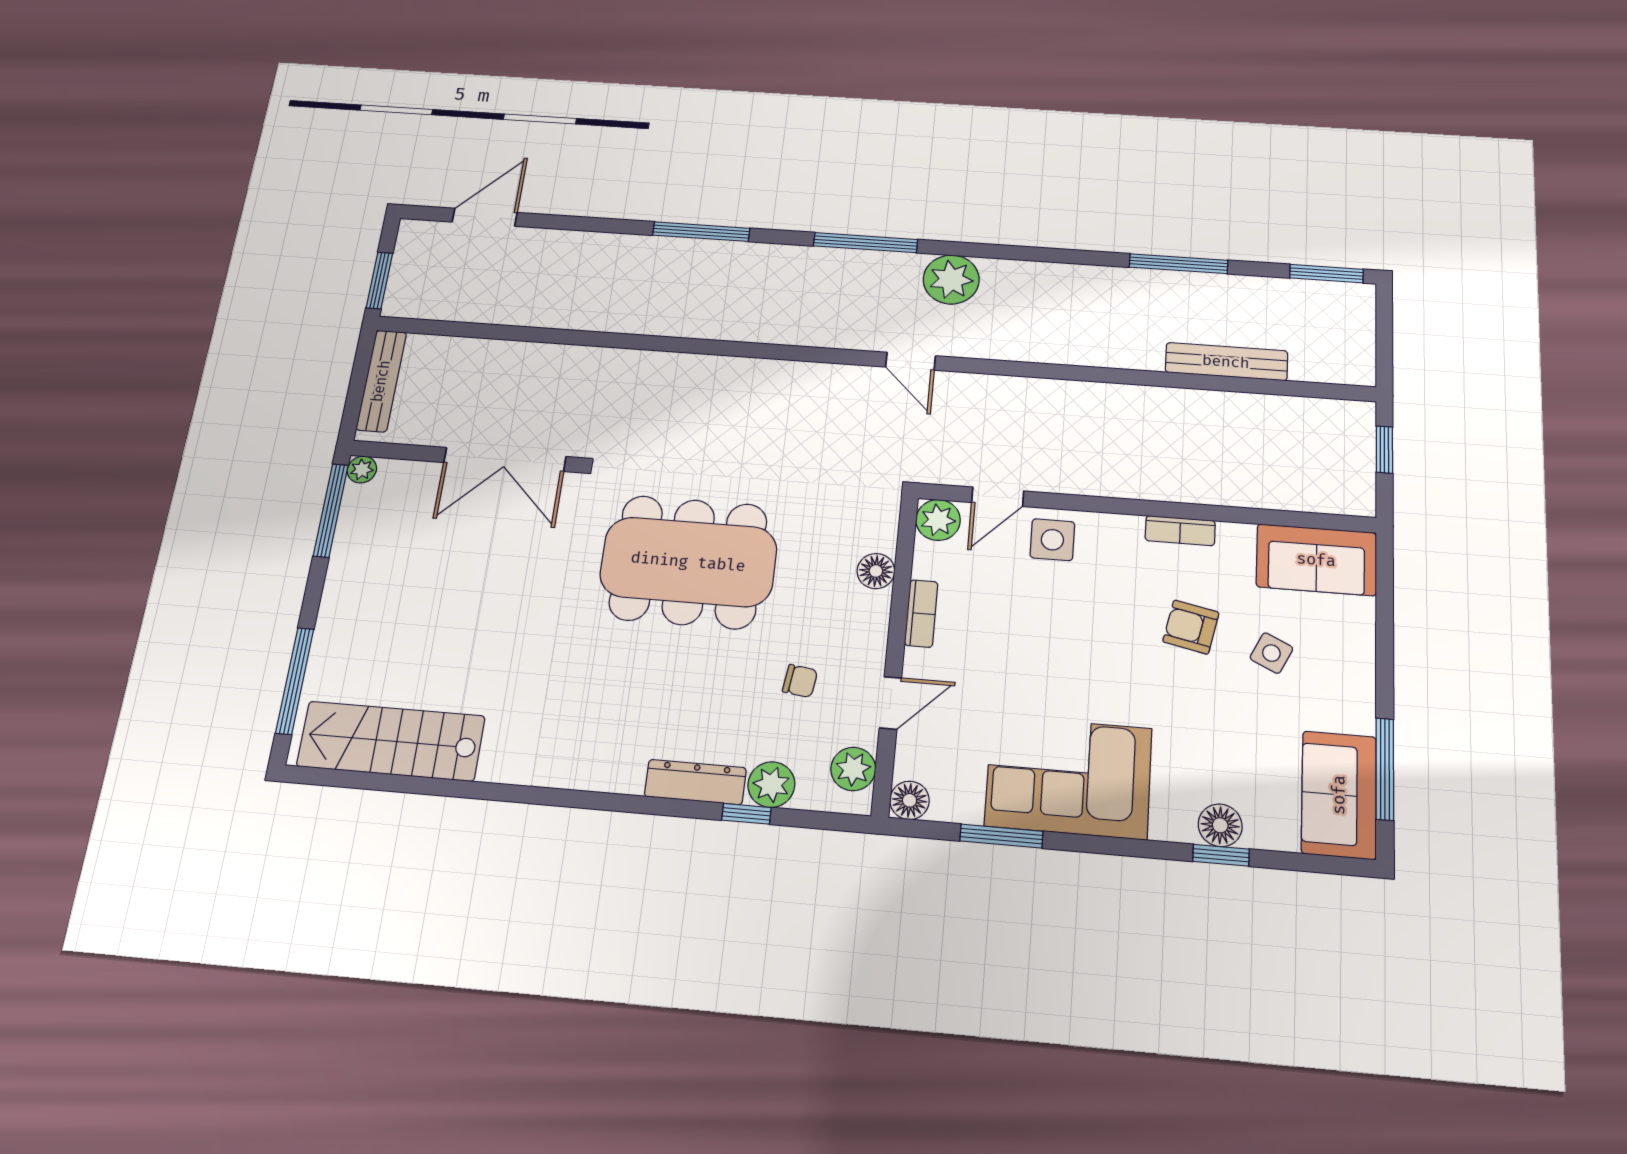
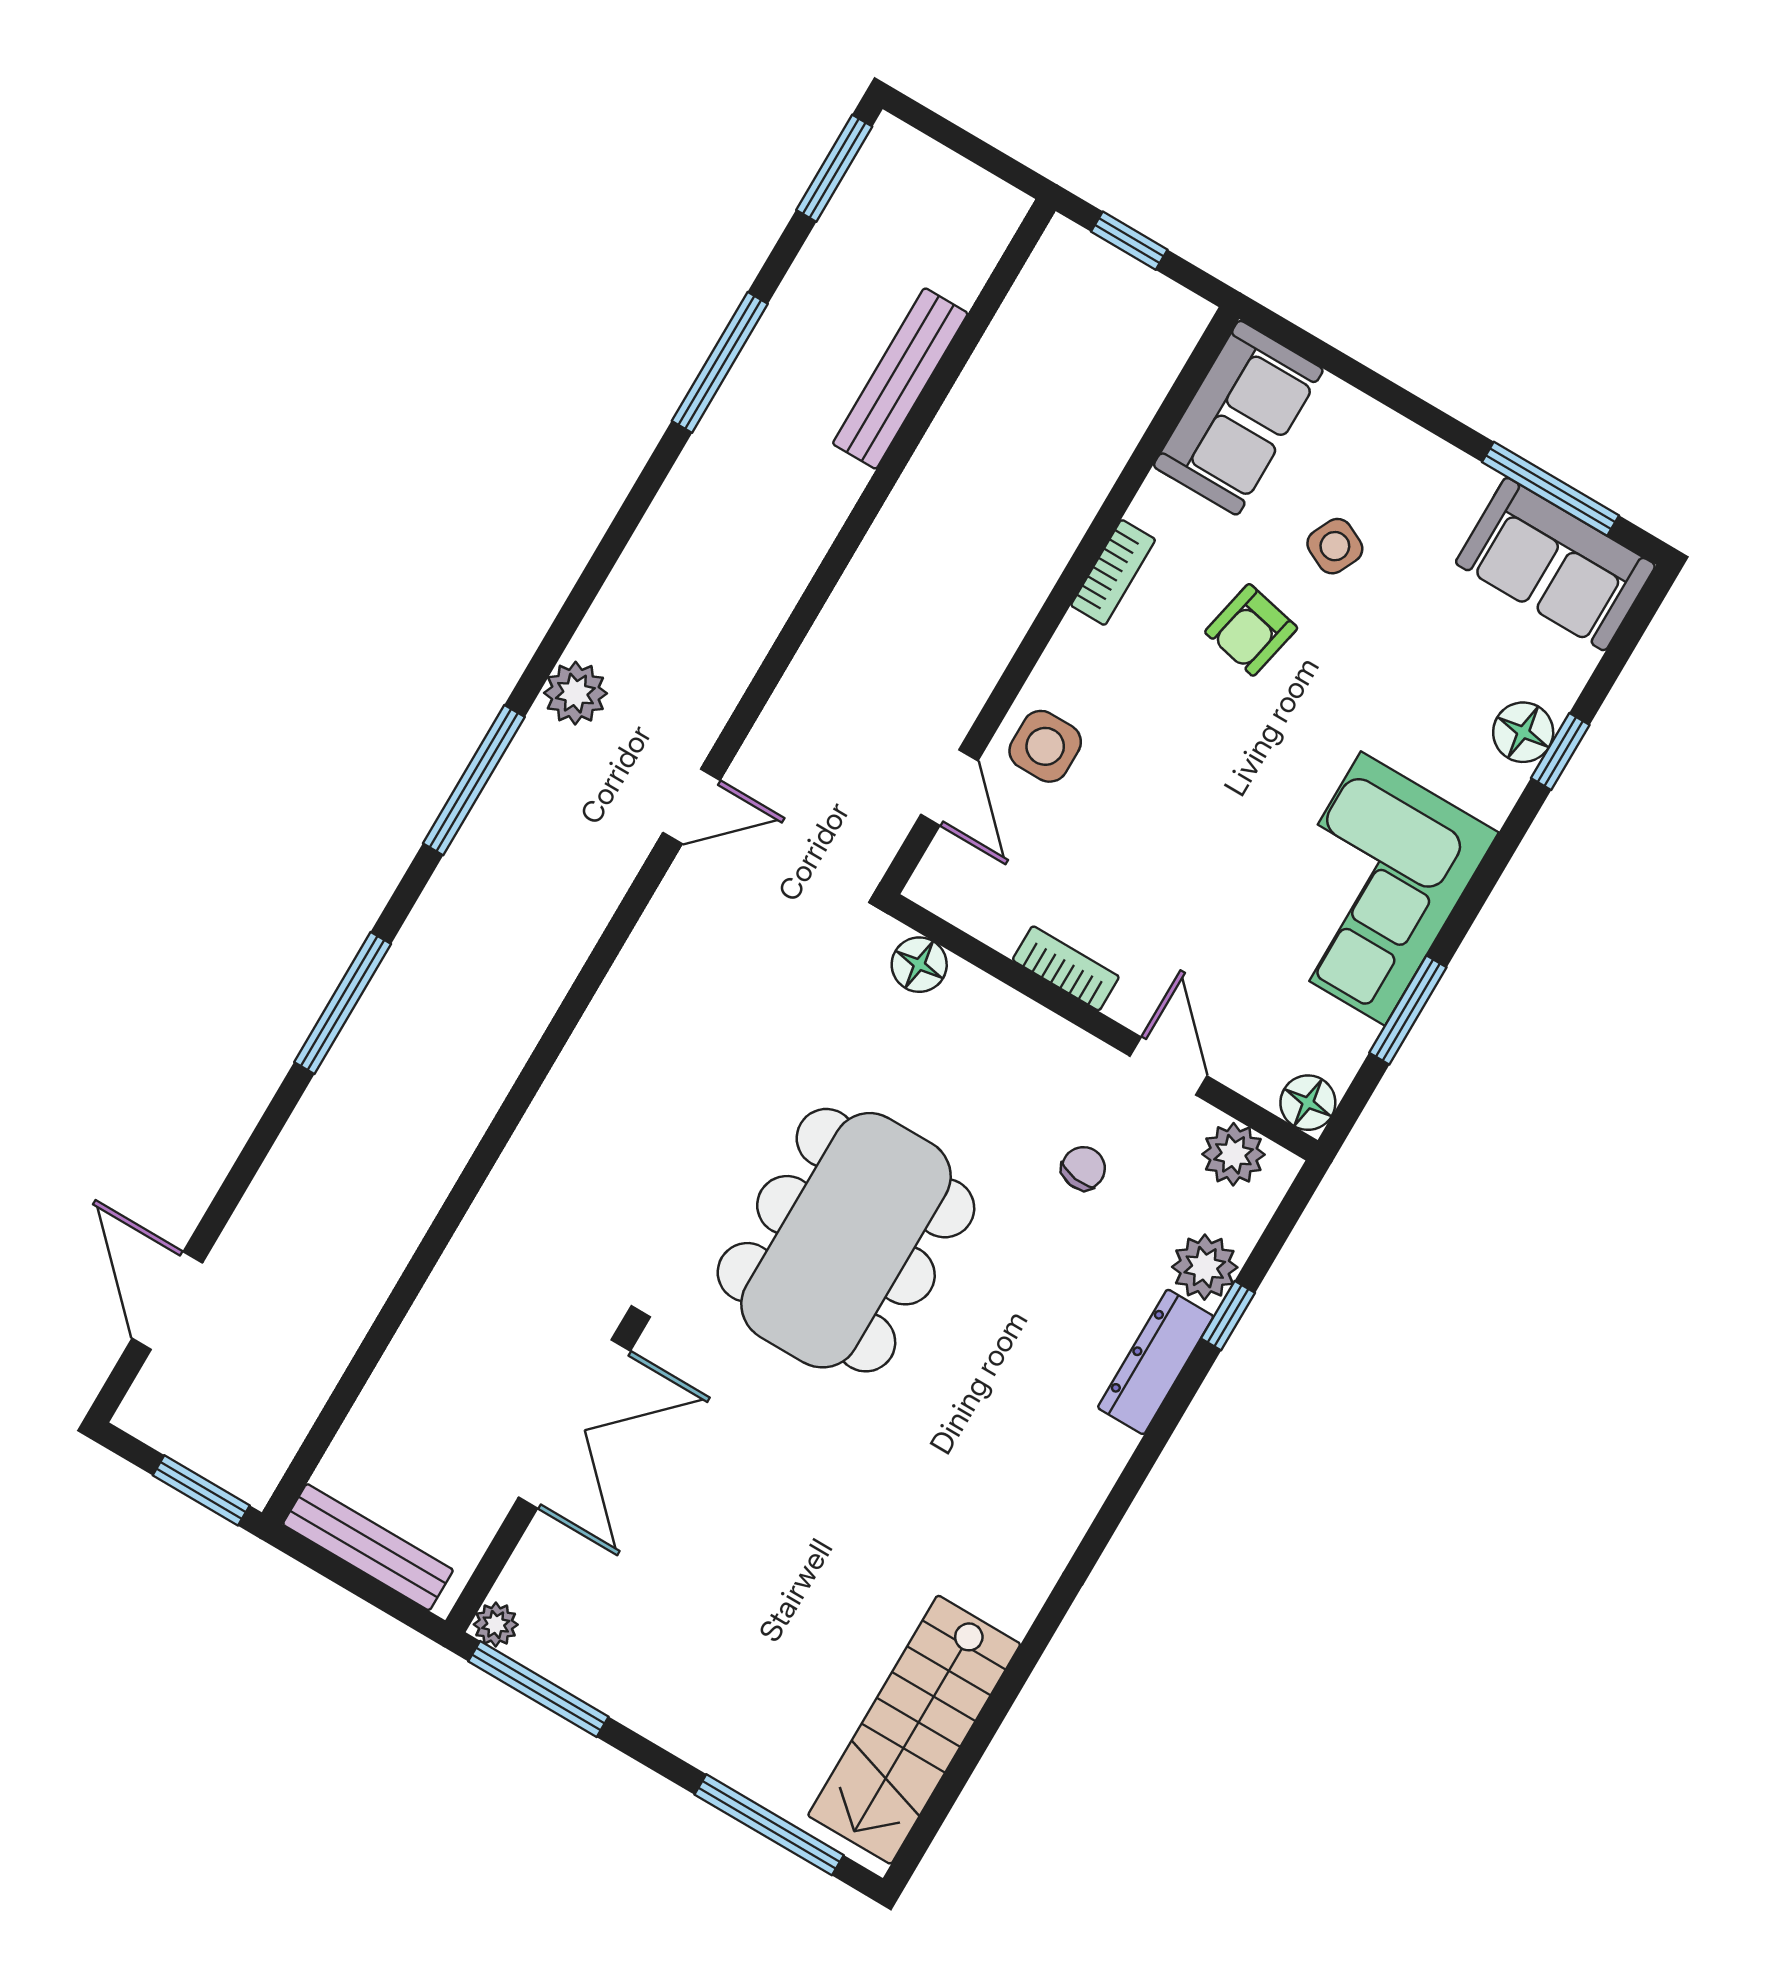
plant: (951, 280) -> (575, 693), width x0.73, depth x0.73
plant: (938, 520) -> (945, 883), removed
floor lamp: (876, 571) -> (919, 965), moved

